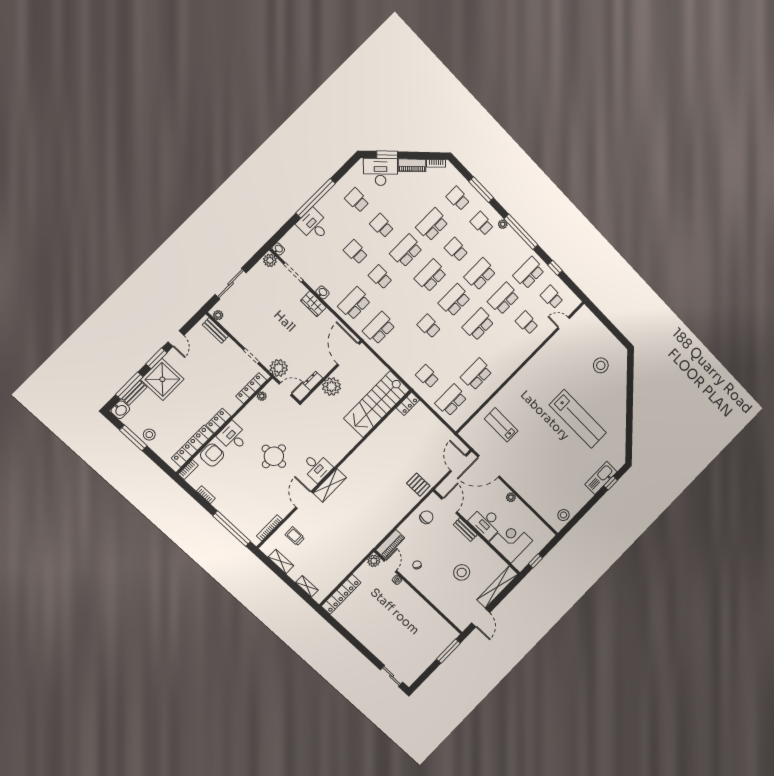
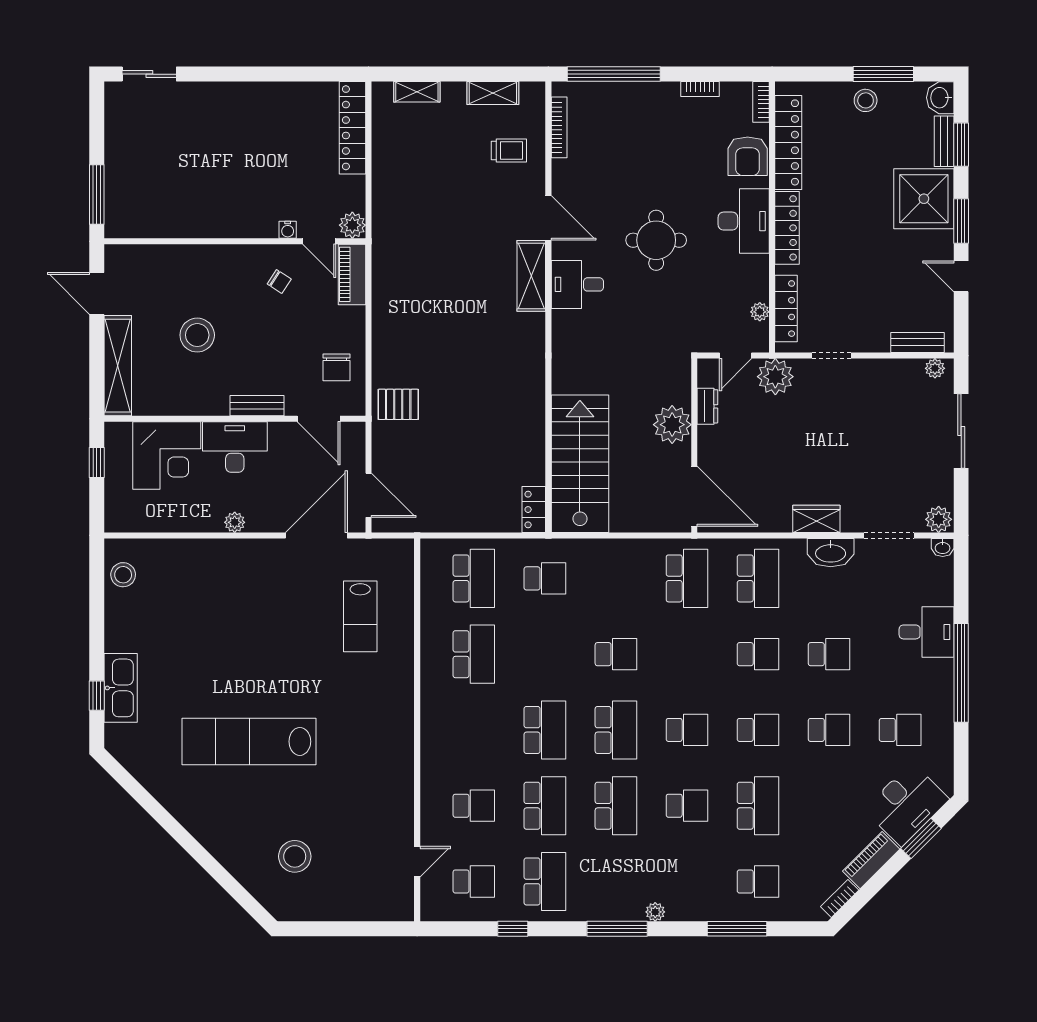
school desk: (482, 224) -> (687, 881), removed
window: (521, 232) -> (617, 929), width x0.68
school desk: (406, 251) -> (758, 730), width x0.54
school desk: (431, 276) -> (687, 730), width x0.54
washbasin: (322, 292) -> (831, 553), width x1.91, depth x1.45
window: (129, 386) -> (961, 145), width x0.69
locker: (218, 421) -> (787, 228), width x1.53
lab bench: (501, 425) -> (360, 616), turned 90
desk: (233, 437) -> (744, 221), width x1.37

